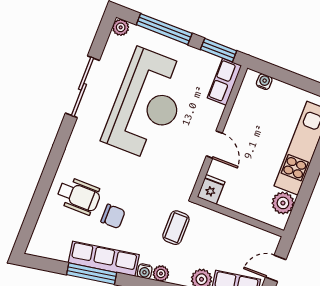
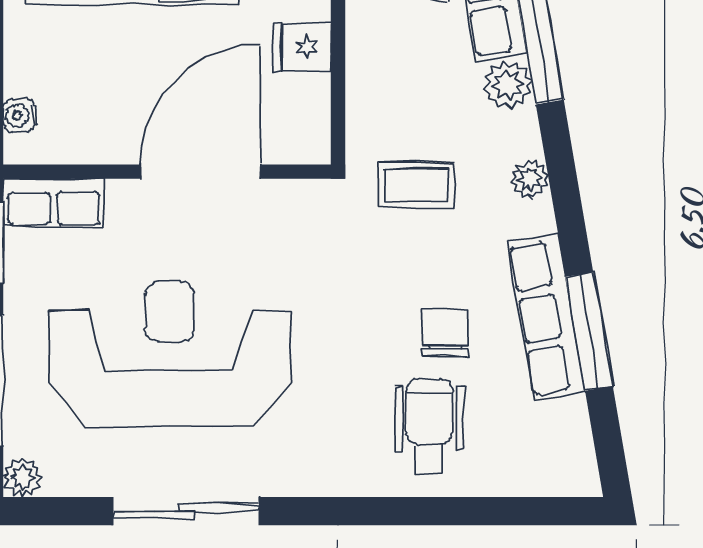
door: (214, 145) -> (201, 172), width x1.87
fridge: (211, 189) -> (302, 47), moved
water cooler: (145, 271) -> (539, 217), removed

